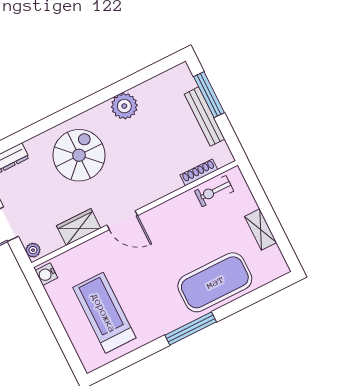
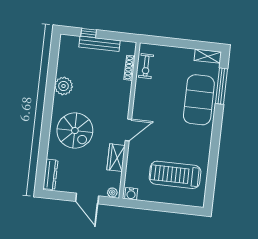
window: (209, 95) -> (89, 33), width x0.46
spiral stairs: (79, 155) -> (75, 131), turned 180
shelving: (261, 229) -> (208, 56), moved
window: (191, 328) -> (221, 86), moved

